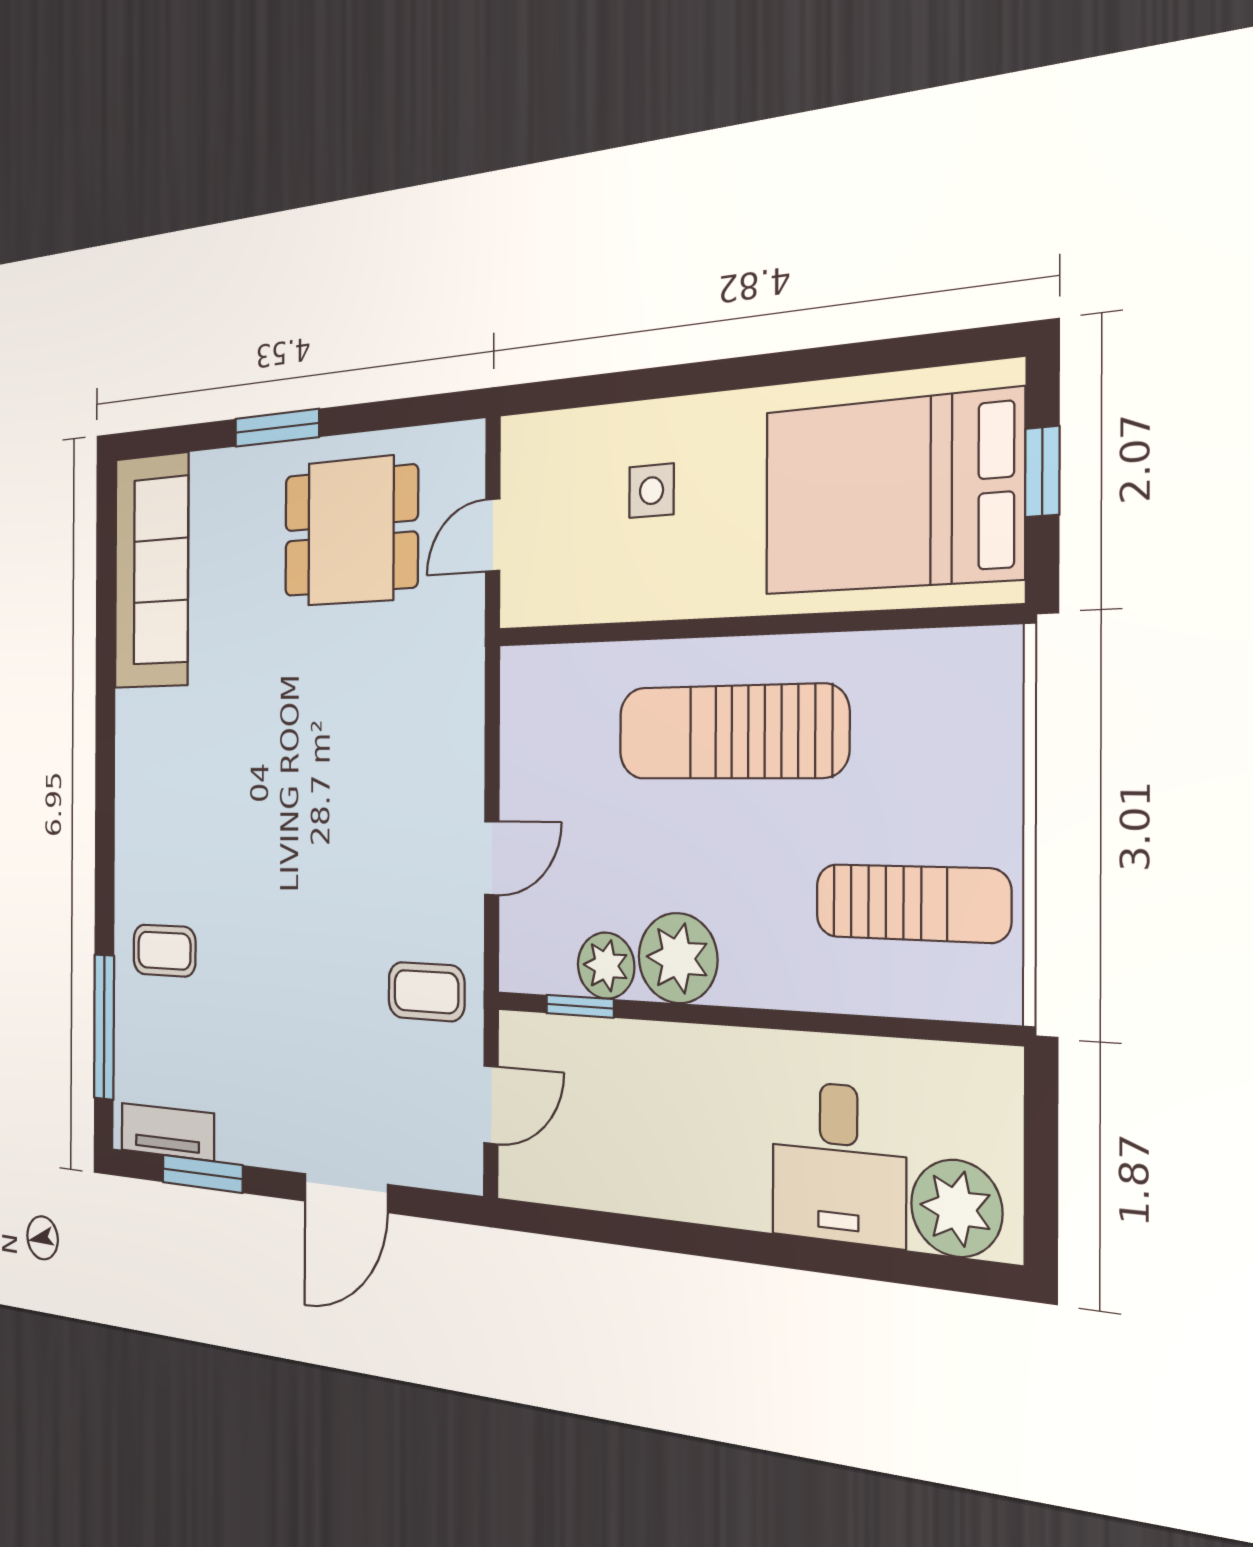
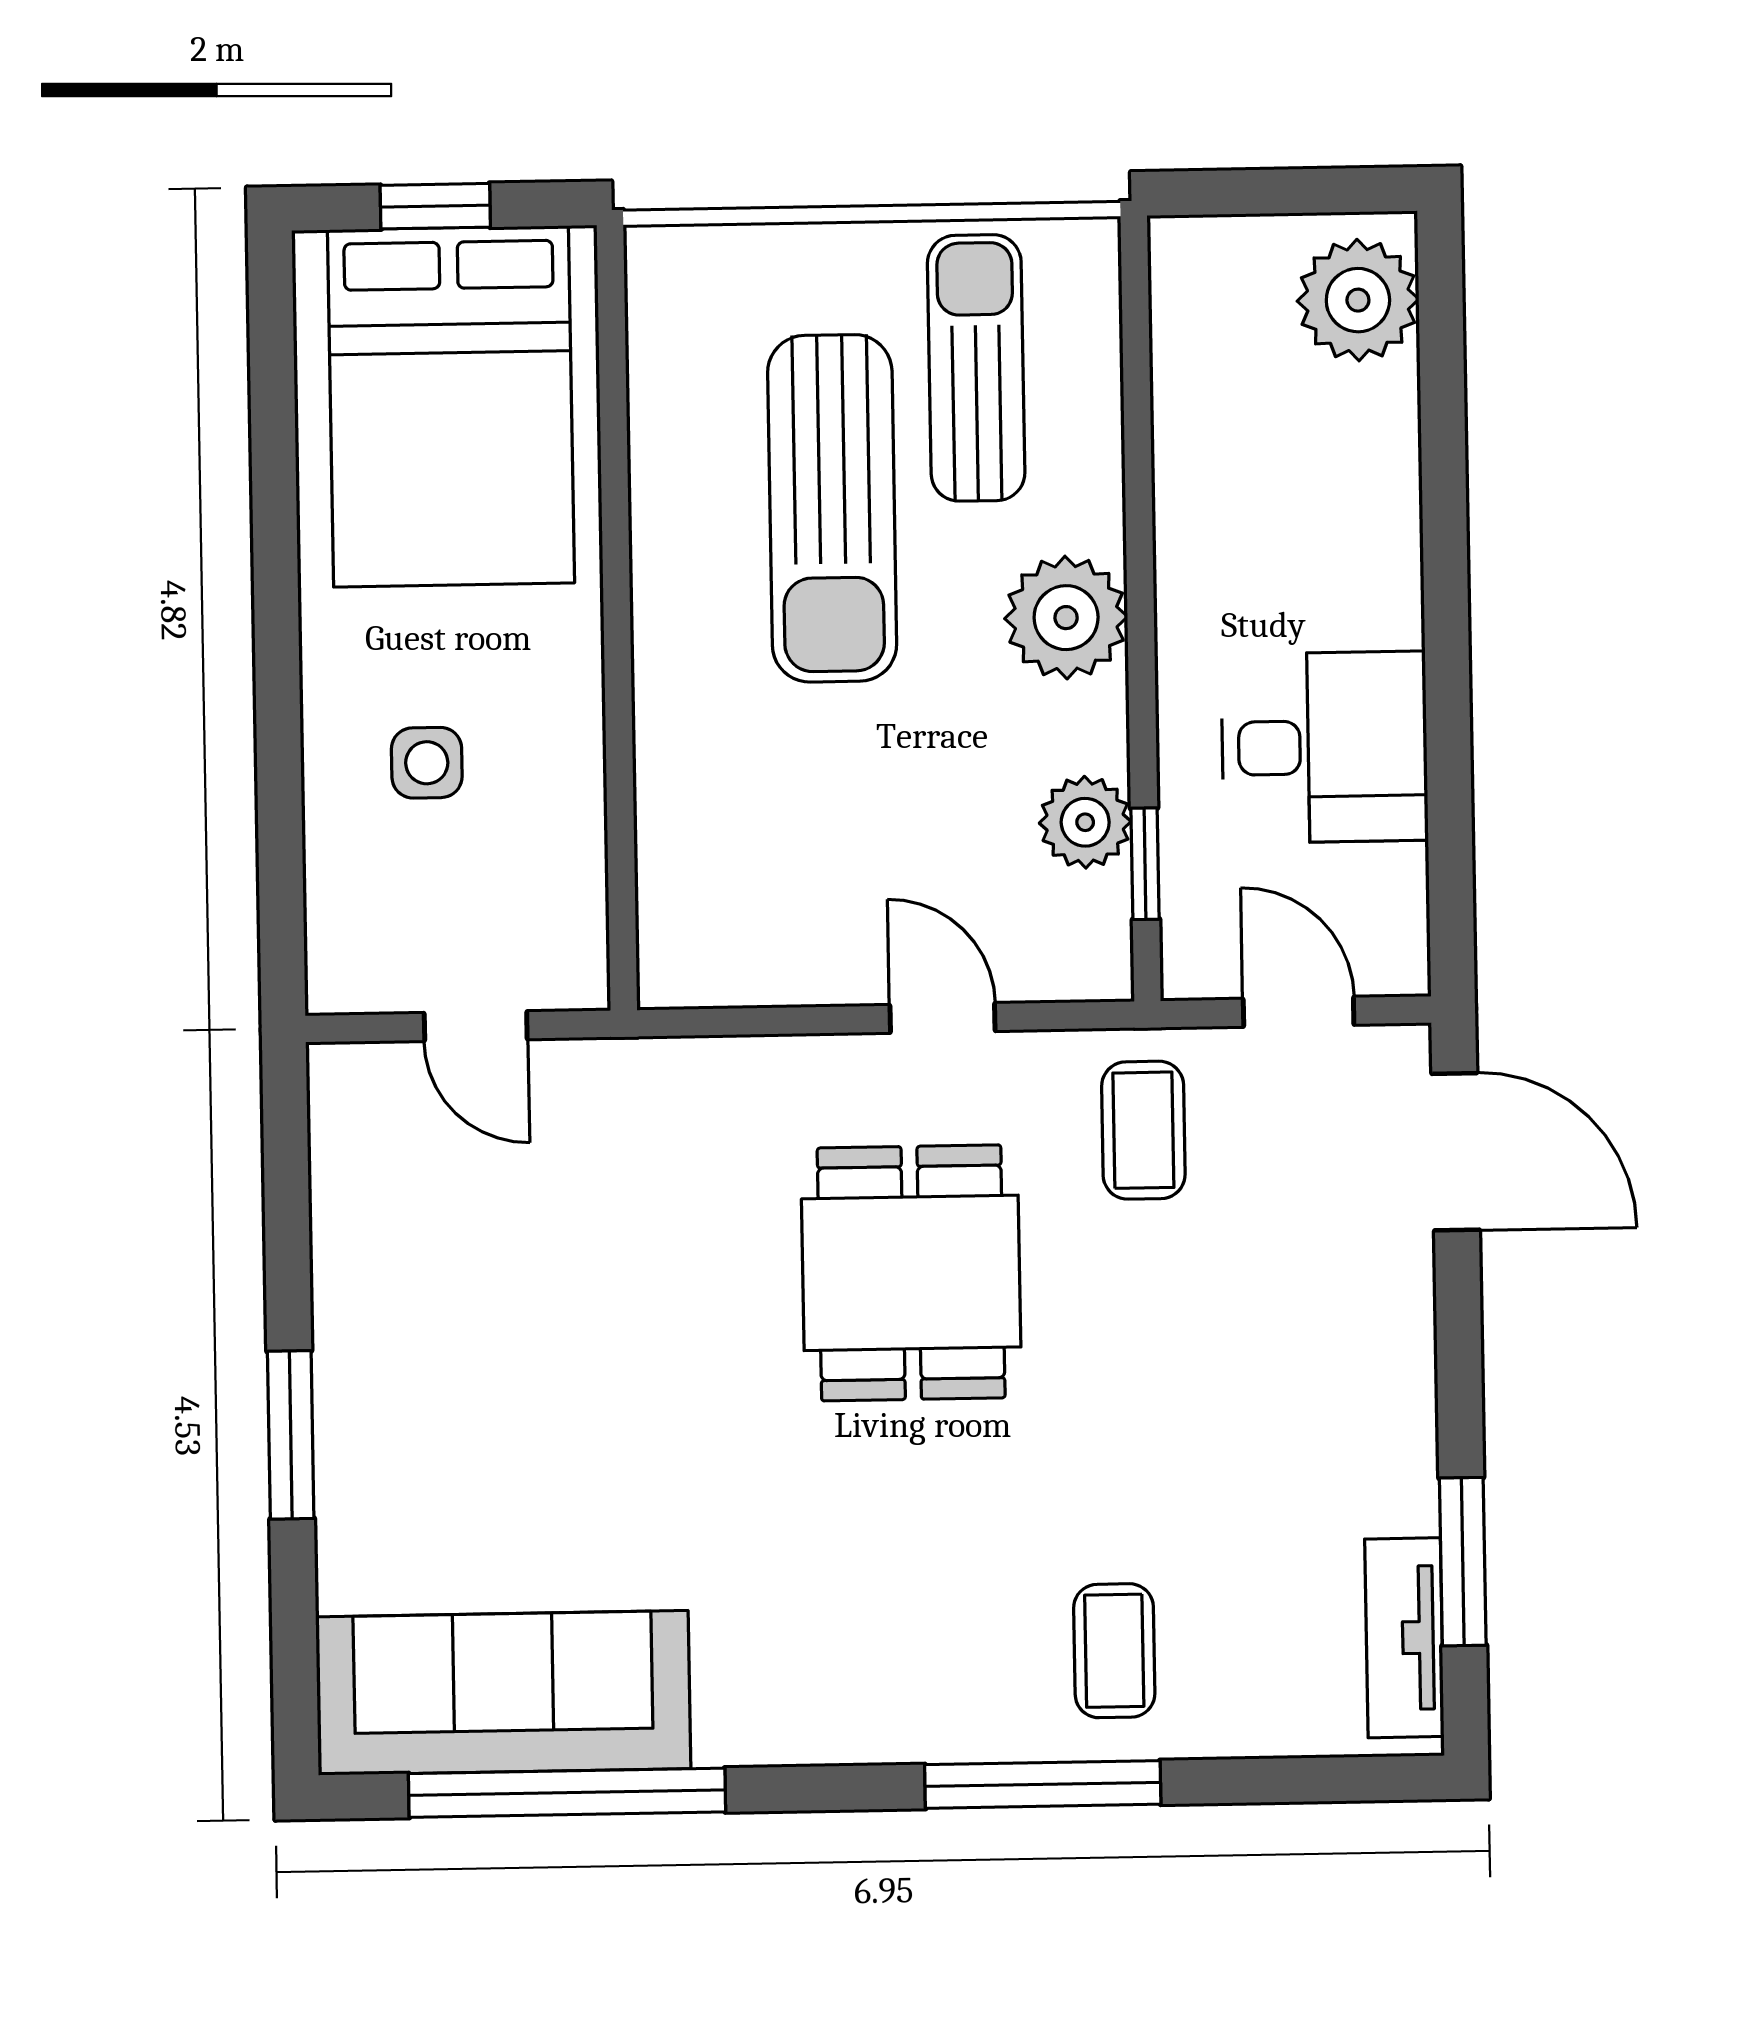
dining table: (351, 531) -> (911, 1273), moved
window: (106, 612) -> (567, 1793), added
sun lounger: (731, 732) -> (832, 508), moved
plant: (678, 958) -> (1066, 618), moved
window: (104, 1027) -> (1043, 1784), moved
desk: (838, 1163) -> (1325, 747), moved
door: (346, 1193) -> (1456, 1152), moved

